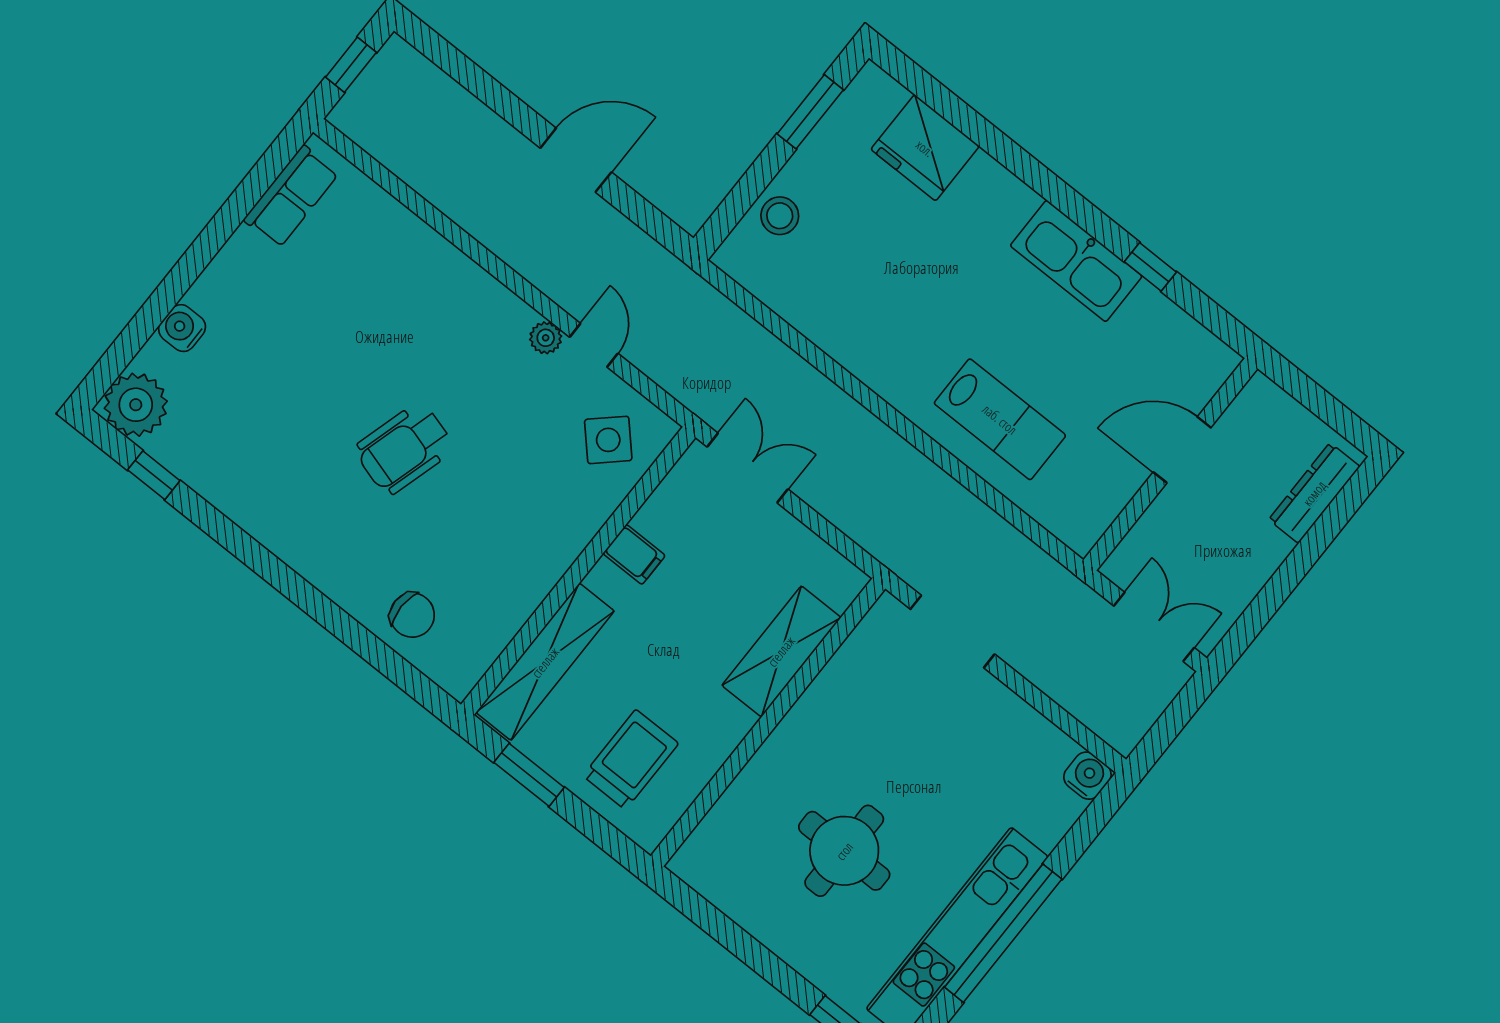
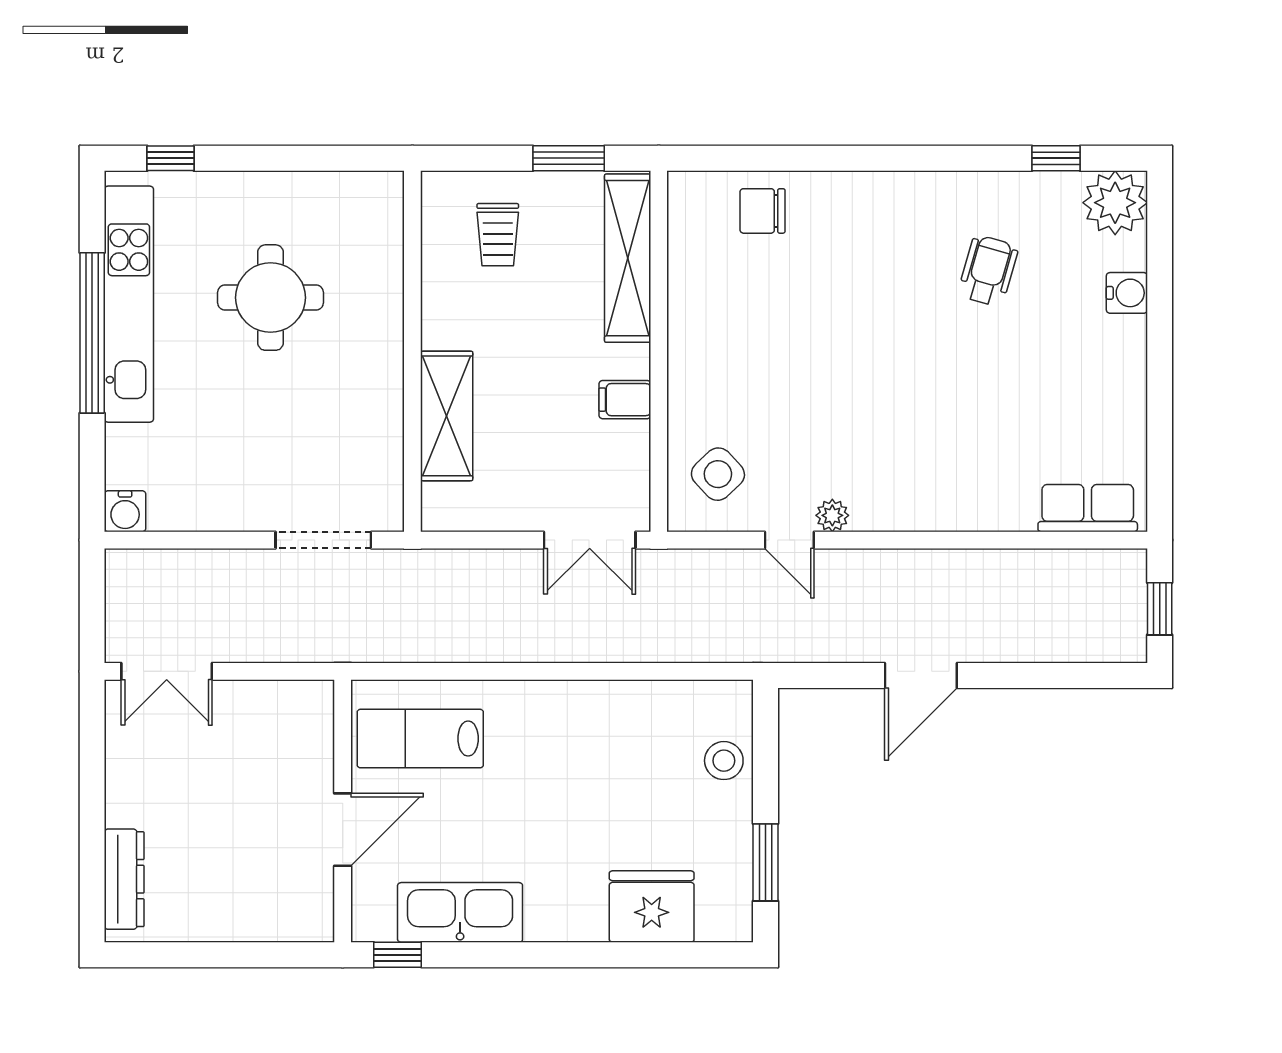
row of seats: (291, 197) -> (1088, 508), moved, turned 90
wheelchair: (404, 449) -> (988, 271), moved, width x0.73, depth x0.73
door: (1182, 450) -> (343, 830), moved
wall: (1171, 464) -> (343, 811), moved
trolley: (631, 760) -> (498, 235), width x0.73, depth x0.72

